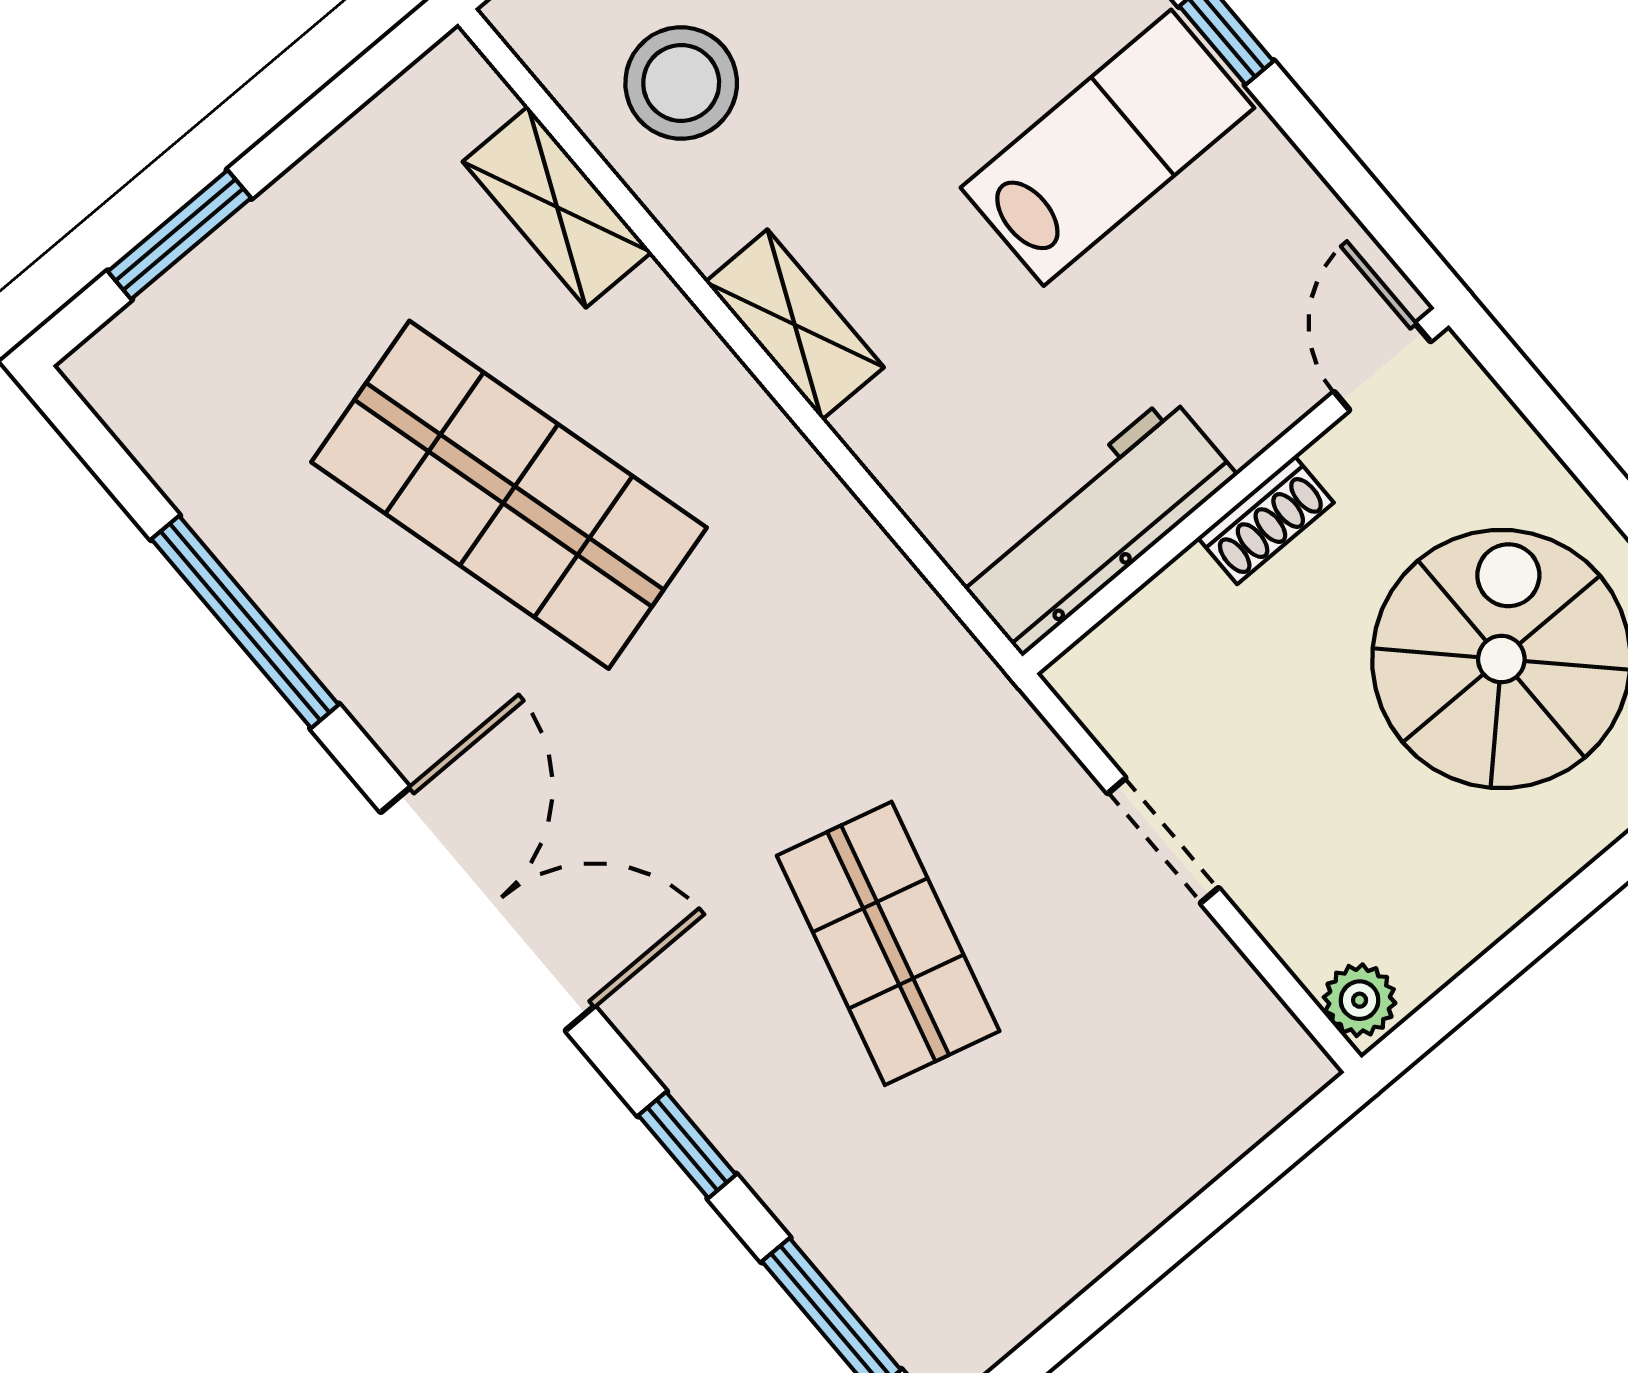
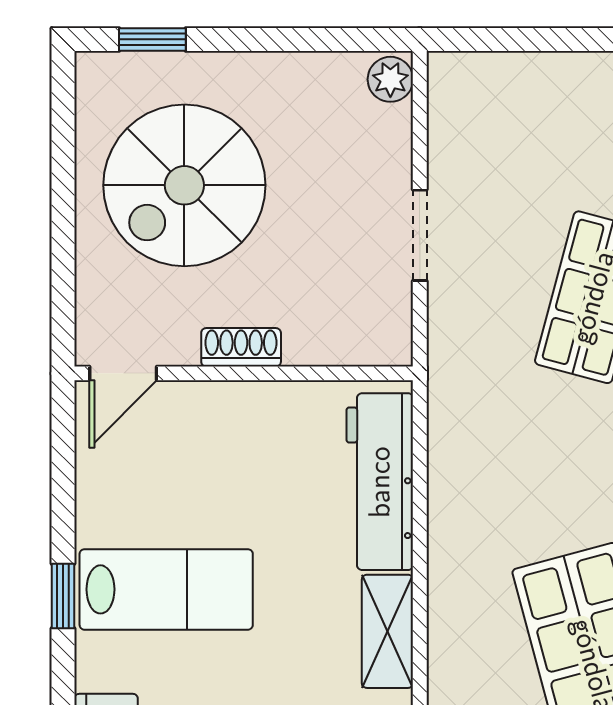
lab bench: (1107, 148) -> (166, 589), turned 180
workbench: (1096, 525) -> (380, 482), moved, turned 90

